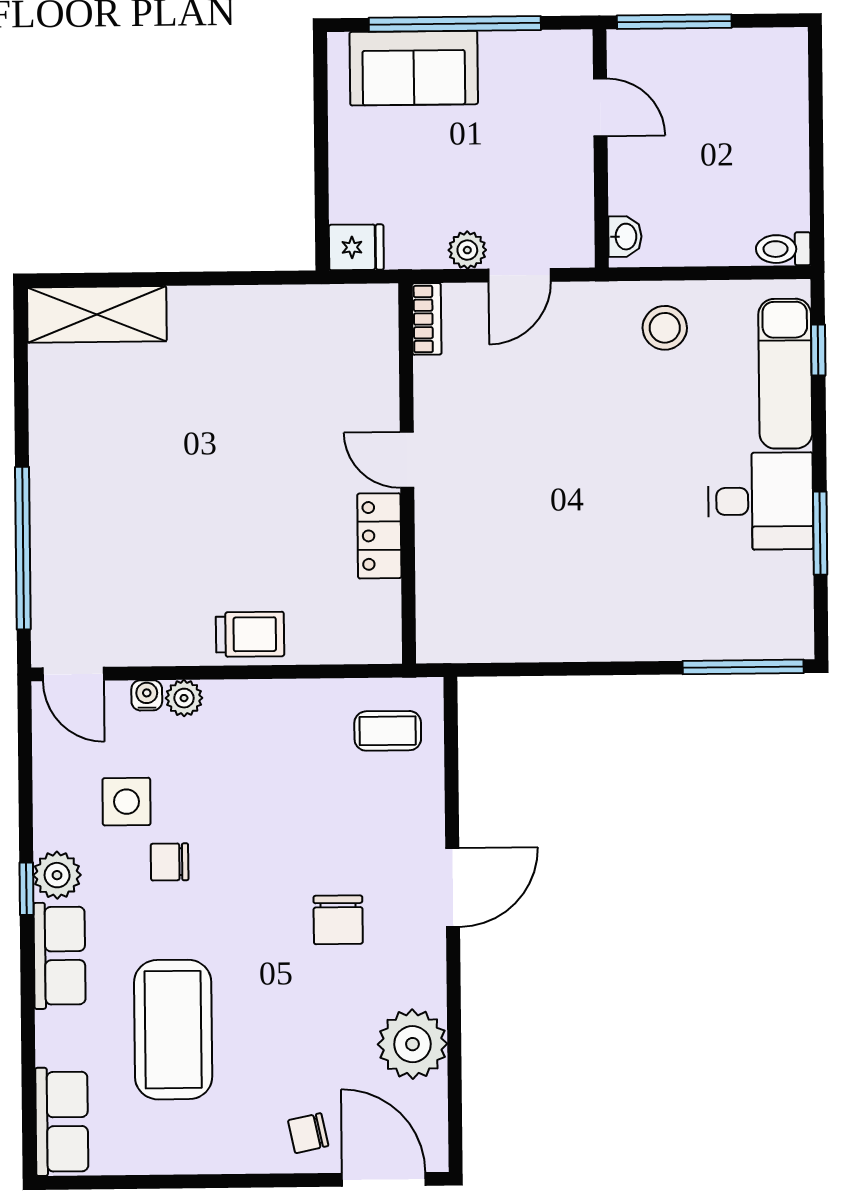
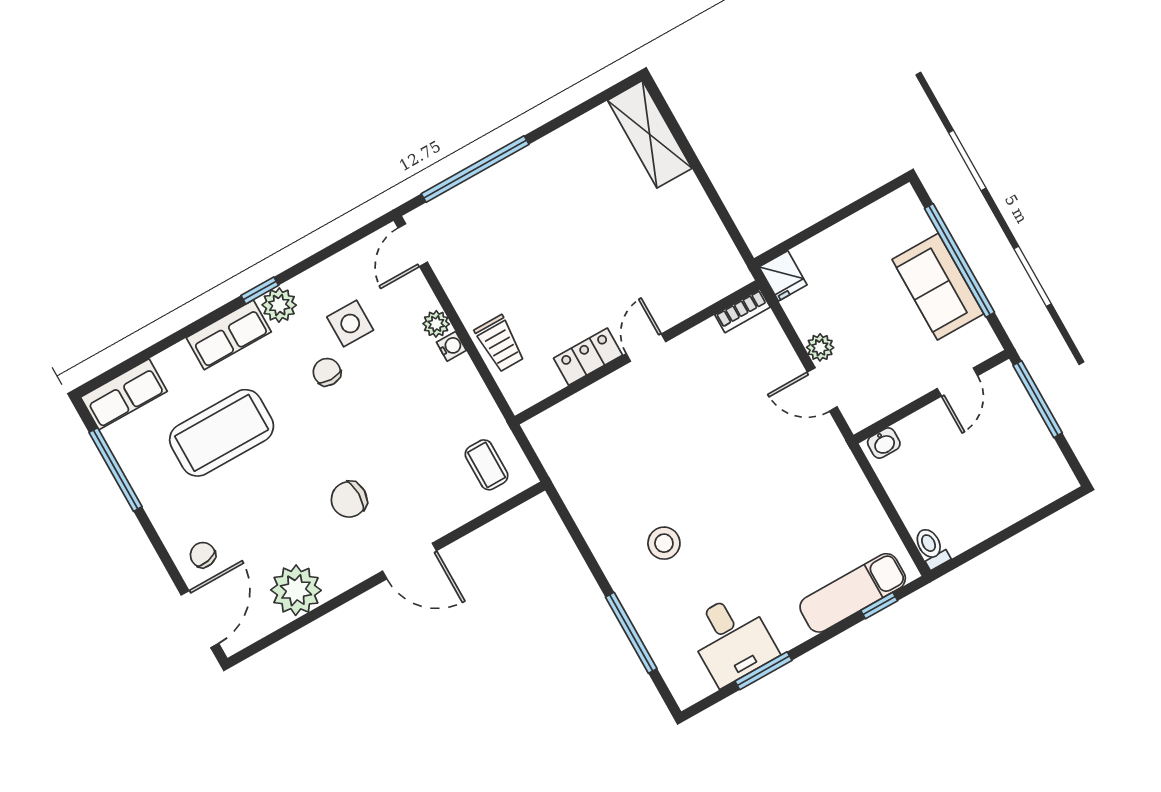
sofa: (414, 68) -> (938, 287), moved
bookcase: (427, 319) -> (742, 311), moved
stool: (665, 328) -> (664, 543), moved
door: (407, 460) -> (646, 348), moved
wall: (407, 473) -> (637, 352), moved
desk: (761, 501) -> (732, 639), moved
locker: (379, 536) -> (588, 357), moved
window: (743, 667) -> (631, 633), moved
water cooler: (147, 695) -> (451, 346), moved
window: (147, 1182) -> (116, 470), added

